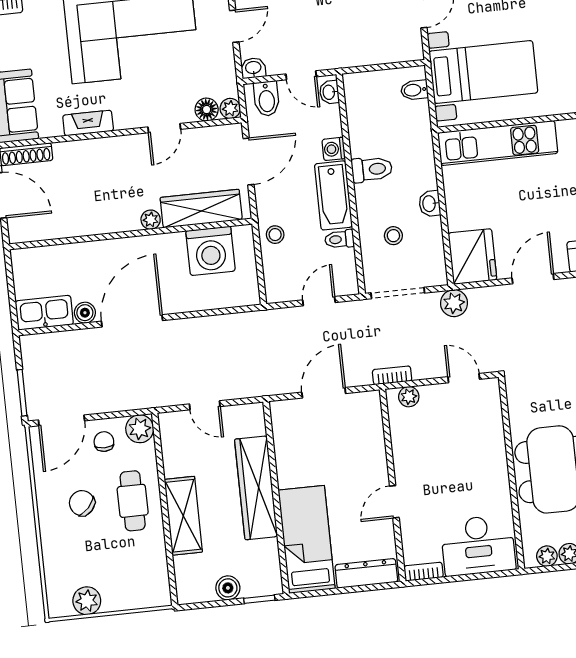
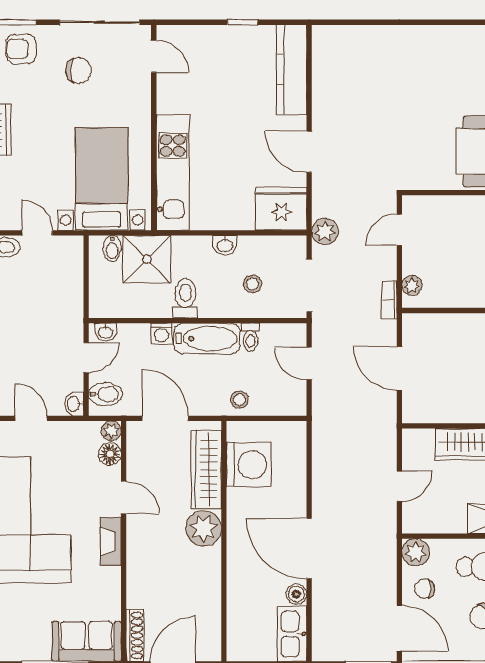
fireplace: (88, 123) -> (111, 541), moved
shower: (407, 126) -> (147, 259), added
plant: (151, 220) -> (204, 528), width x1.87, depth x1.87

